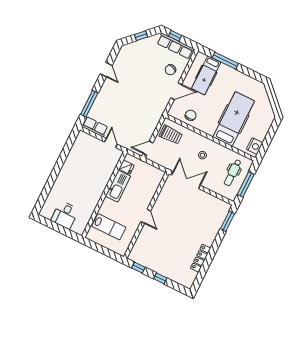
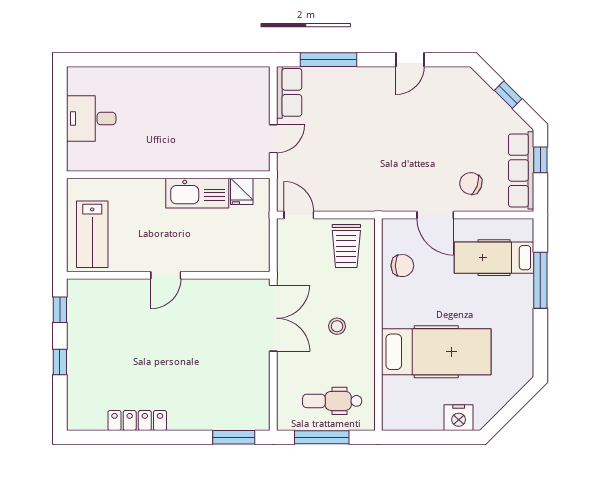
nightstand: (255, 146) -> (459, 418), moved
lab bench: (109, 227) -> (92, 234), moved

